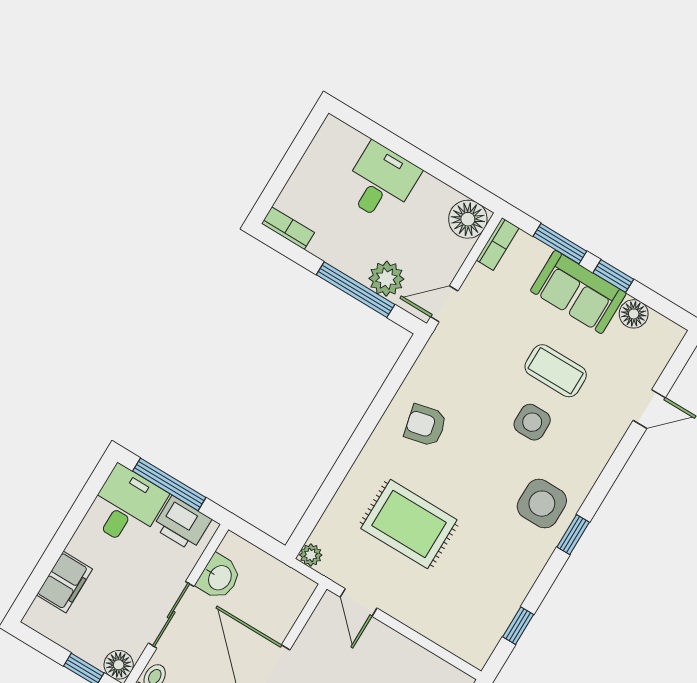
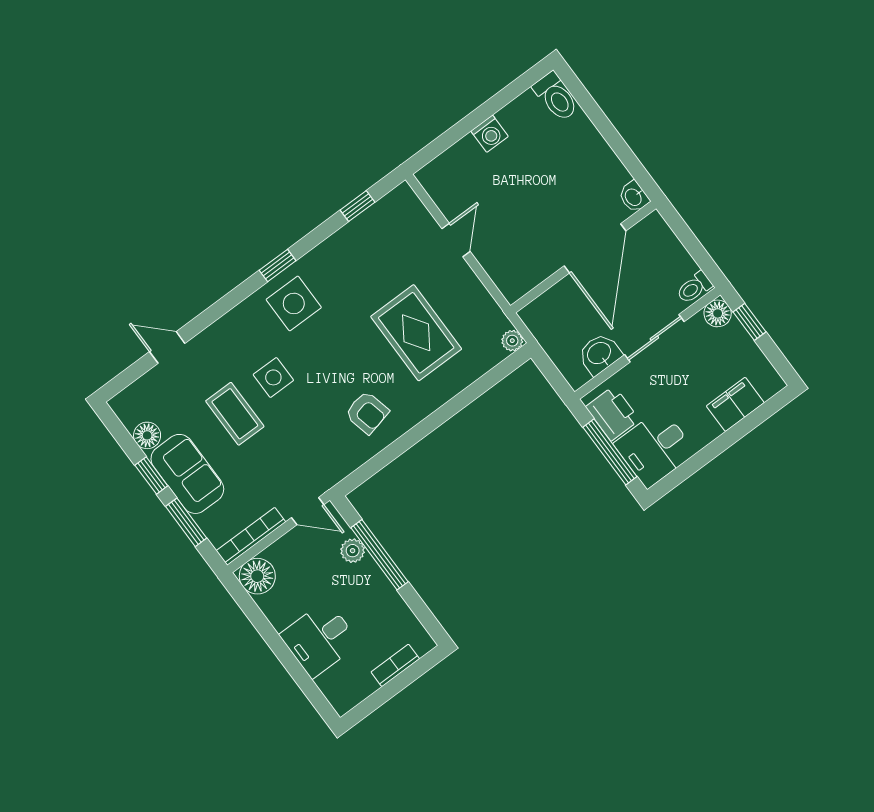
bookcase: (288, 228) -> (395, 665), moved, turned 90
bookcase: (498, 244) -> (251, 536), width x1.56
plant: (386, 279) -> (353, 551), width x0.73, depth x0.73
door: (359, 603) -> (456, 240), moved

